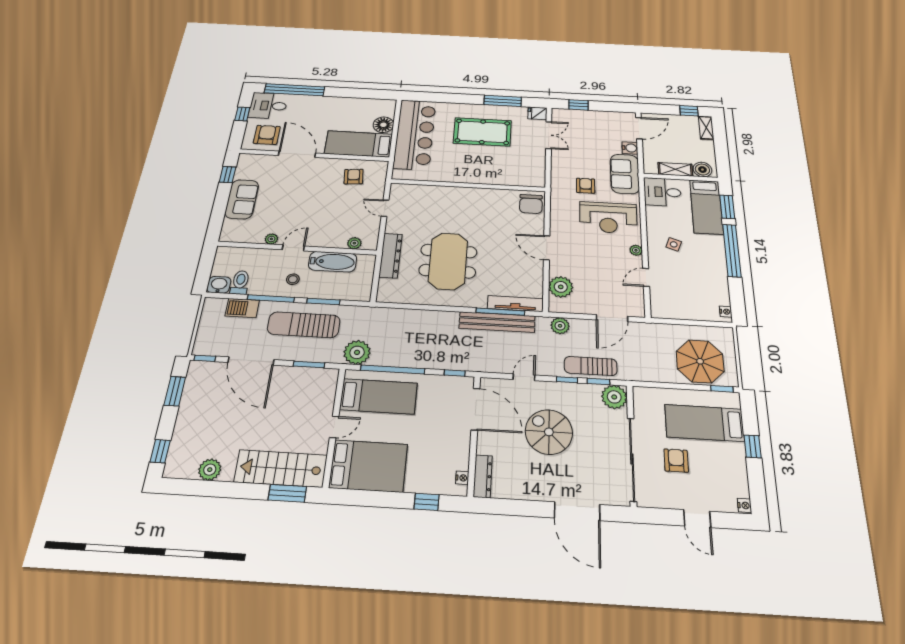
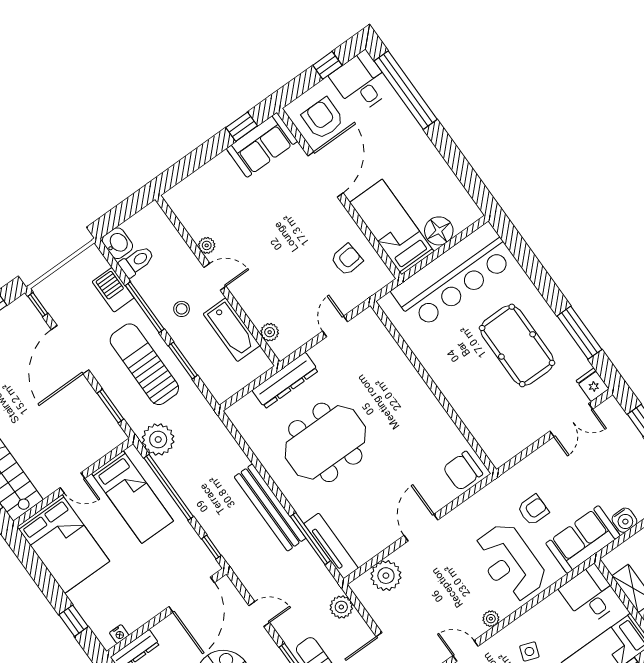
armchair: (267, 135) -> (323, 118), turned -90
sofa: (242, 199) -> (262, 145), moved
bench: (497, 322) -> (270, 507), moved

